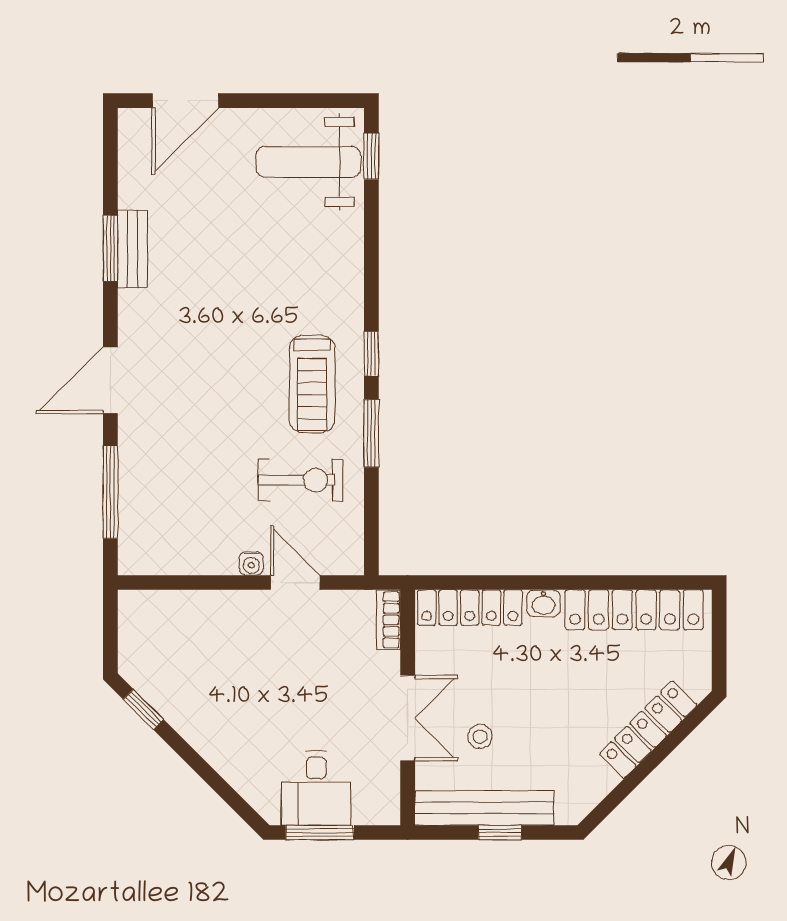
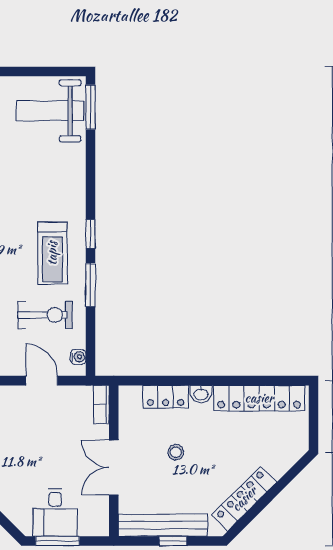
window: (371, 156) -> (90, 107), width x1.50
water cooler: (251, 563) -> (78, 357), moved, turned -90
locker: (470, 608) -> (166, 397), width x0.66
double door: (408, 718) -> (114, 468), swing flipped
locker: (648, 729) -> (244, 499), moved
stool: (480, 737) -> (176, 452), moved

